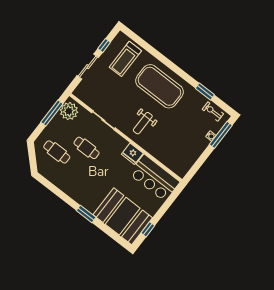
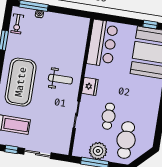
plant: (69, 111) -> (98, 151), moved
cafe table: (57, 152) -> (126, 140), width x1.37, depth x1.35
fridge: (132, 154) -> (90, 86), moved

